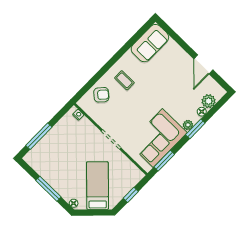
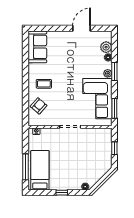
door: (203, 64) -> (82, 28), swing flipped
bed: (97, 186) -> (40, 170), moved, turned 45
window: (48, 189) -> (62, 193), width x0.46

